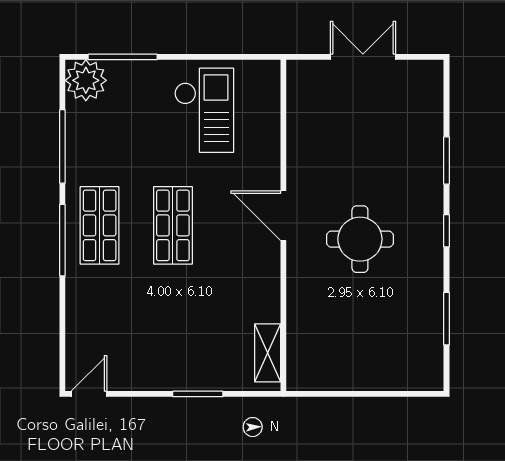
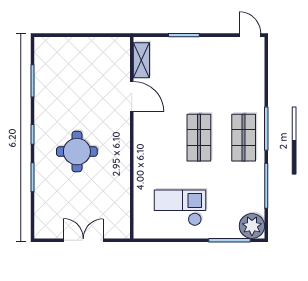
double door: (363, 57) -> (83, 240), swing flipped
checkout: (204, 110) -> (180, 208), turned 90
door: (283, 216) -> (132, 97), moved
round table: (360, 239) -> (77, 152), moved
door: (89, 394) -> (250, 35), swing flipped

